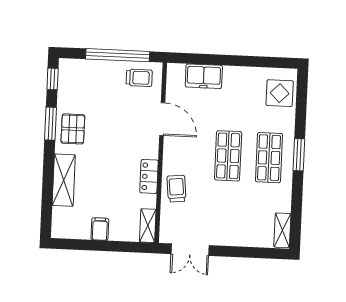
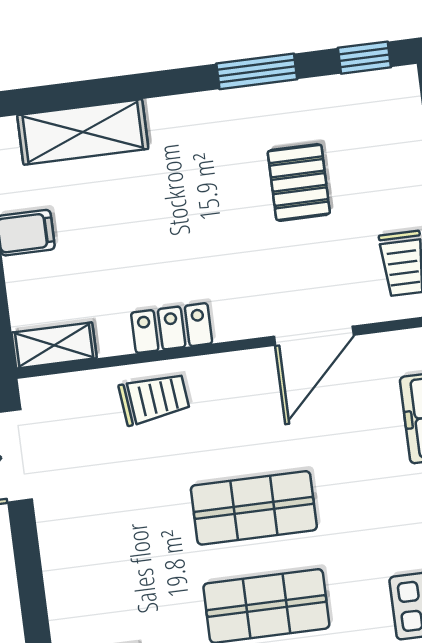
pallet: (73, 129) -> (299, 182), moved, turned 90
shelving: (64, 180) -> (83, 132), moved

